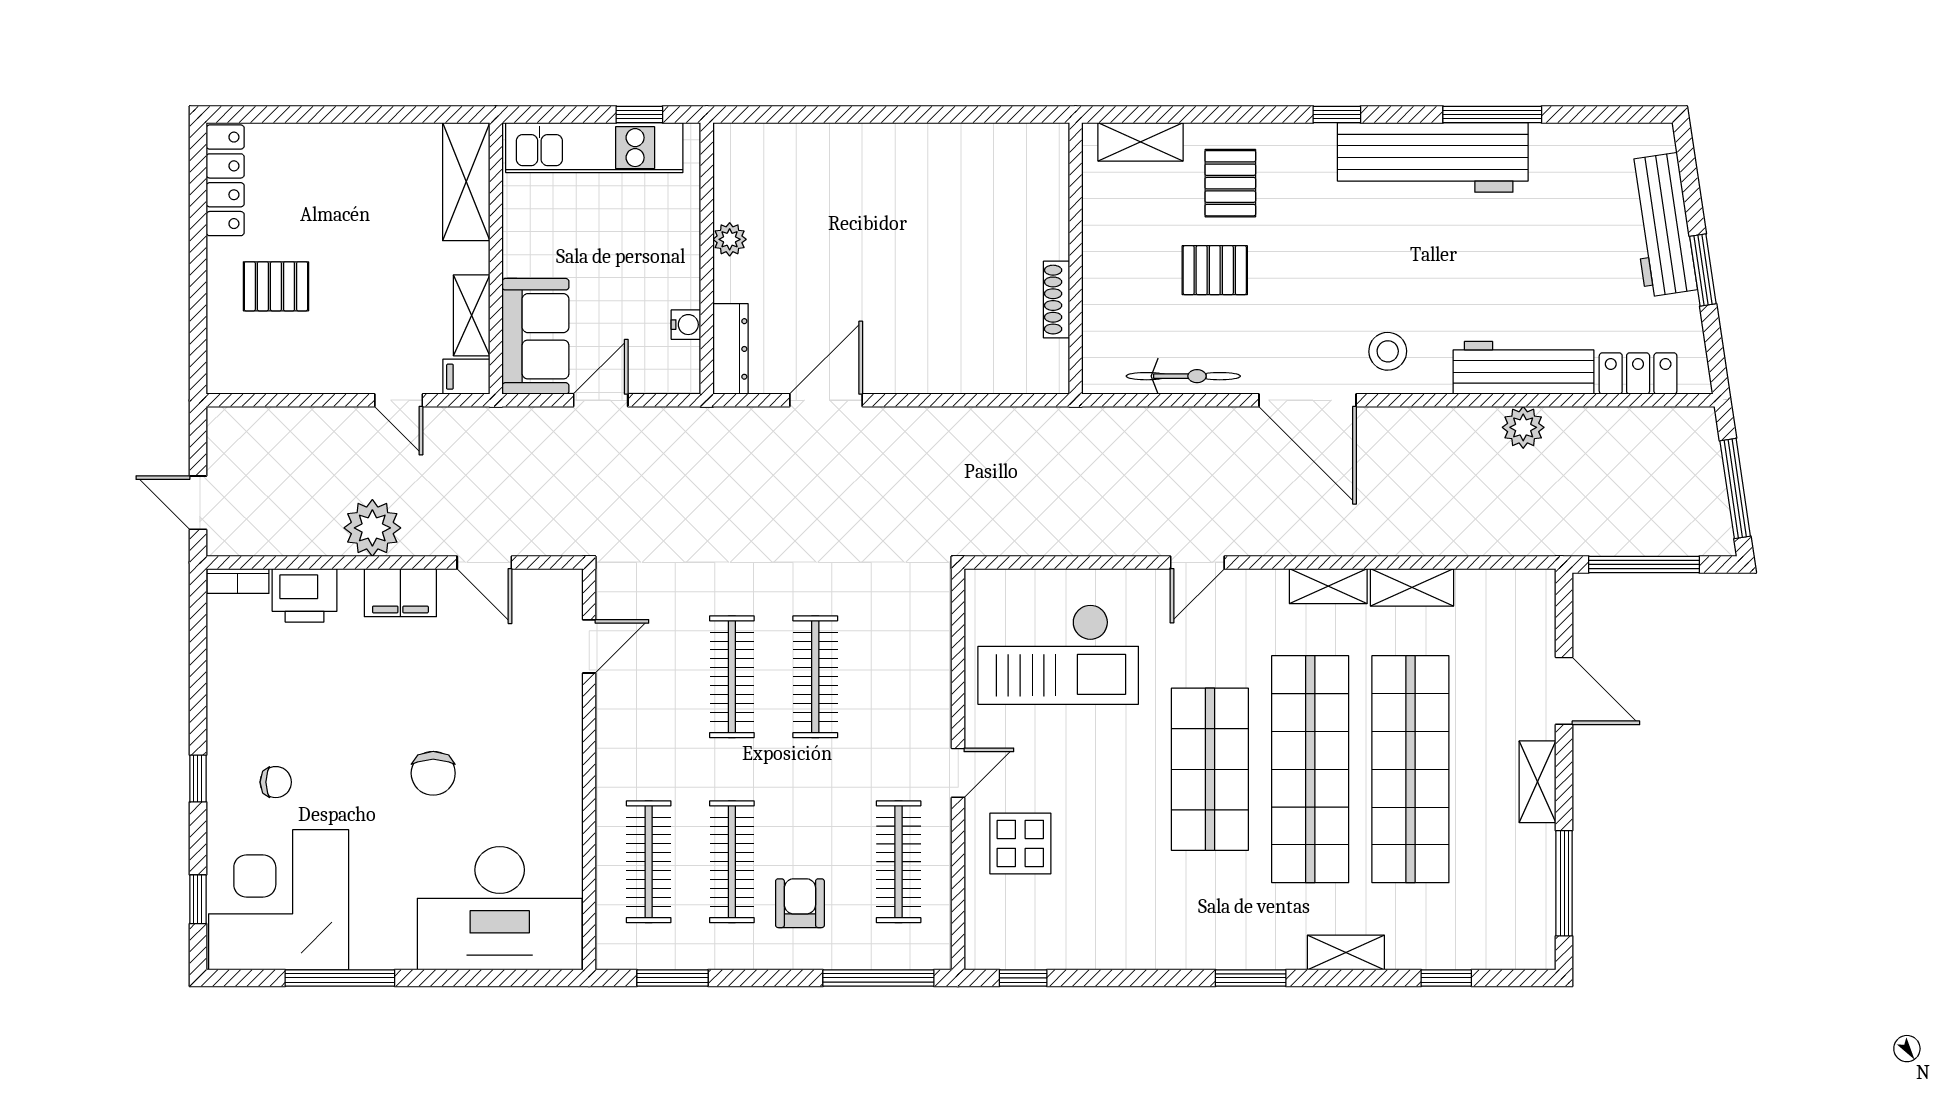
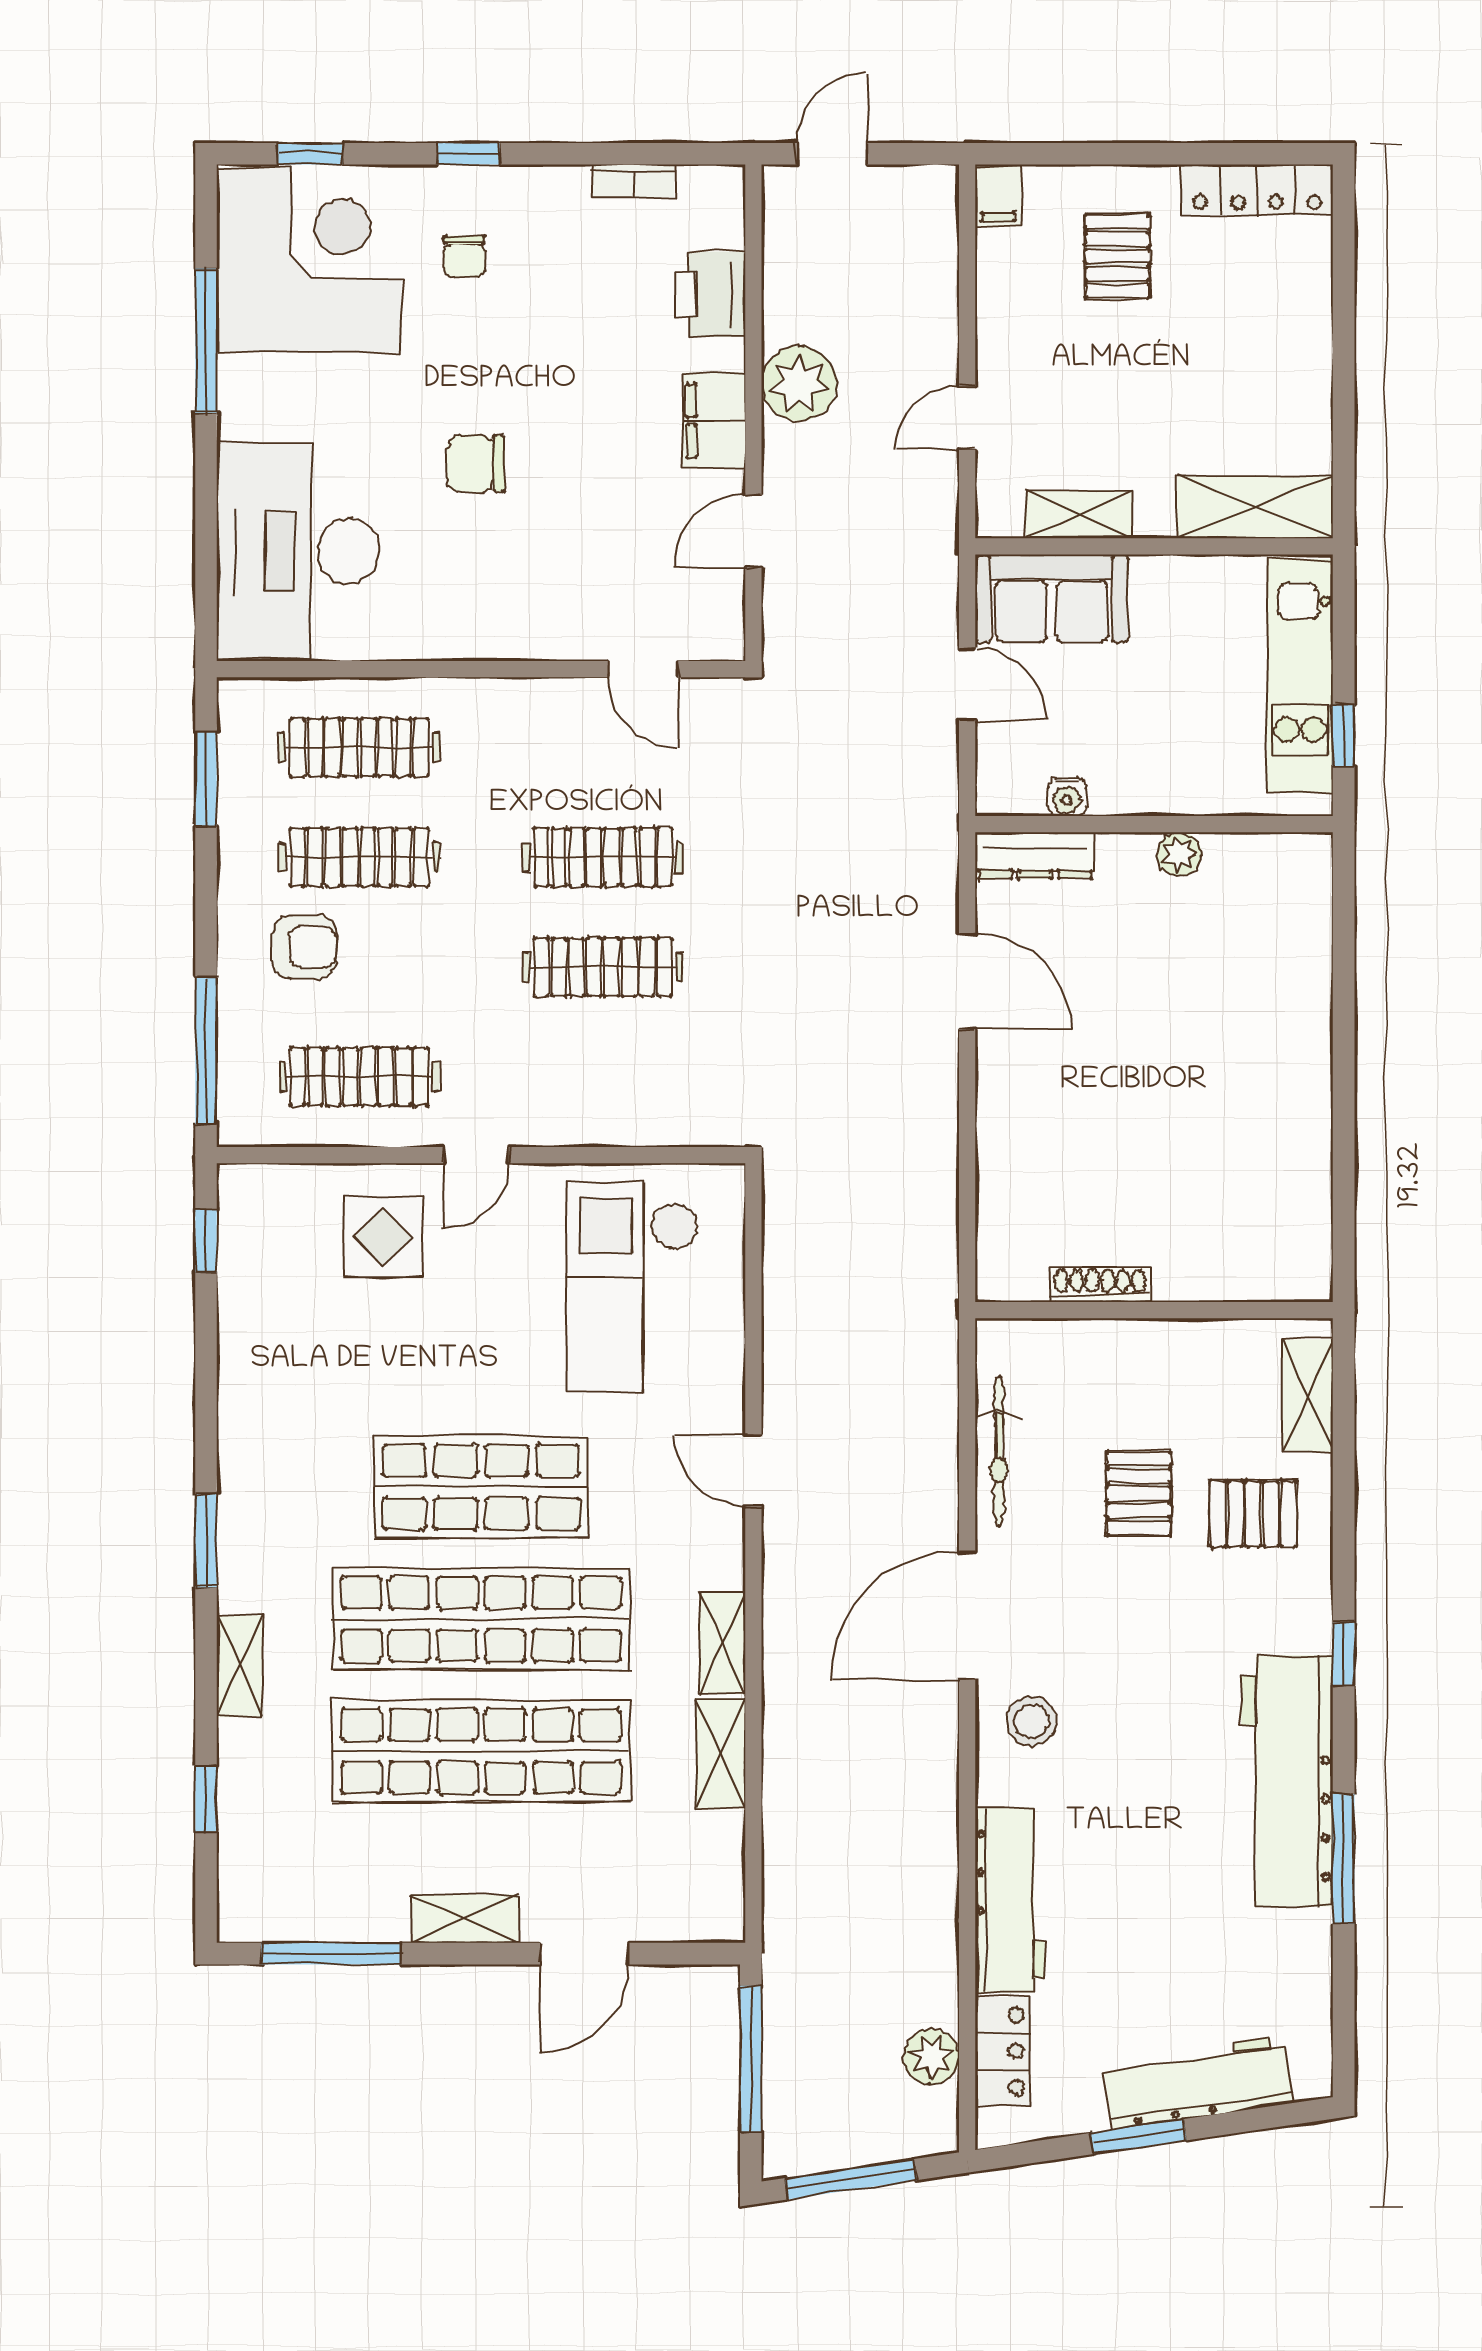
filing cabinet: (466, 377) -> (998, 195), moved, turned 180
plant: (1523, 427) -> (931, 2057), moved
bookcase: (238, 581) -> (633, 181), moved, turned -90
door: (958, 773) -> (476, 1155), hinge flipped

